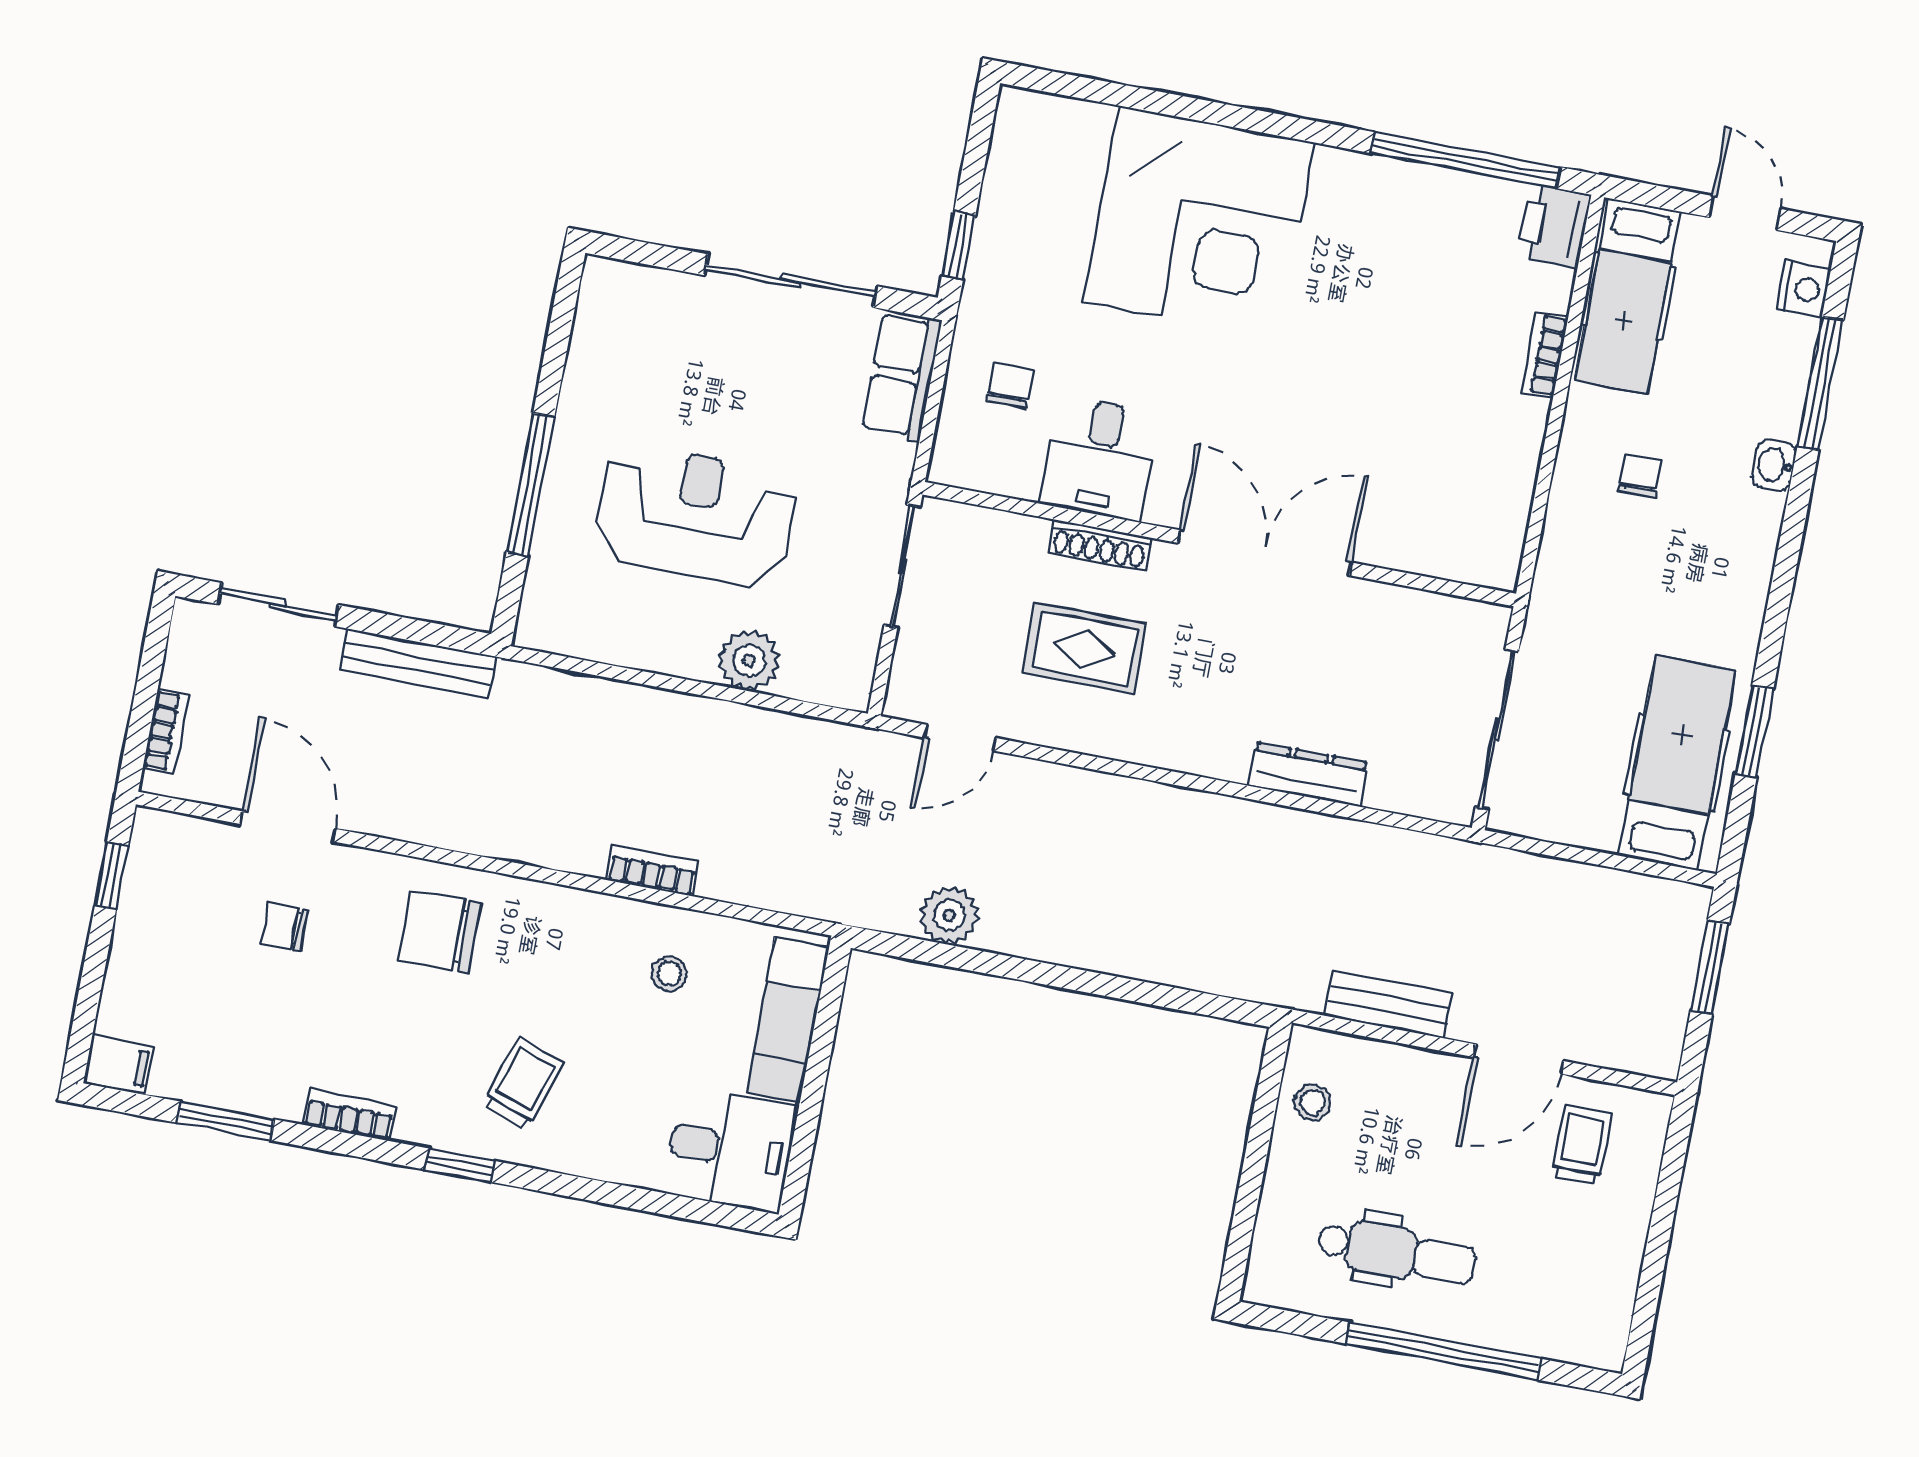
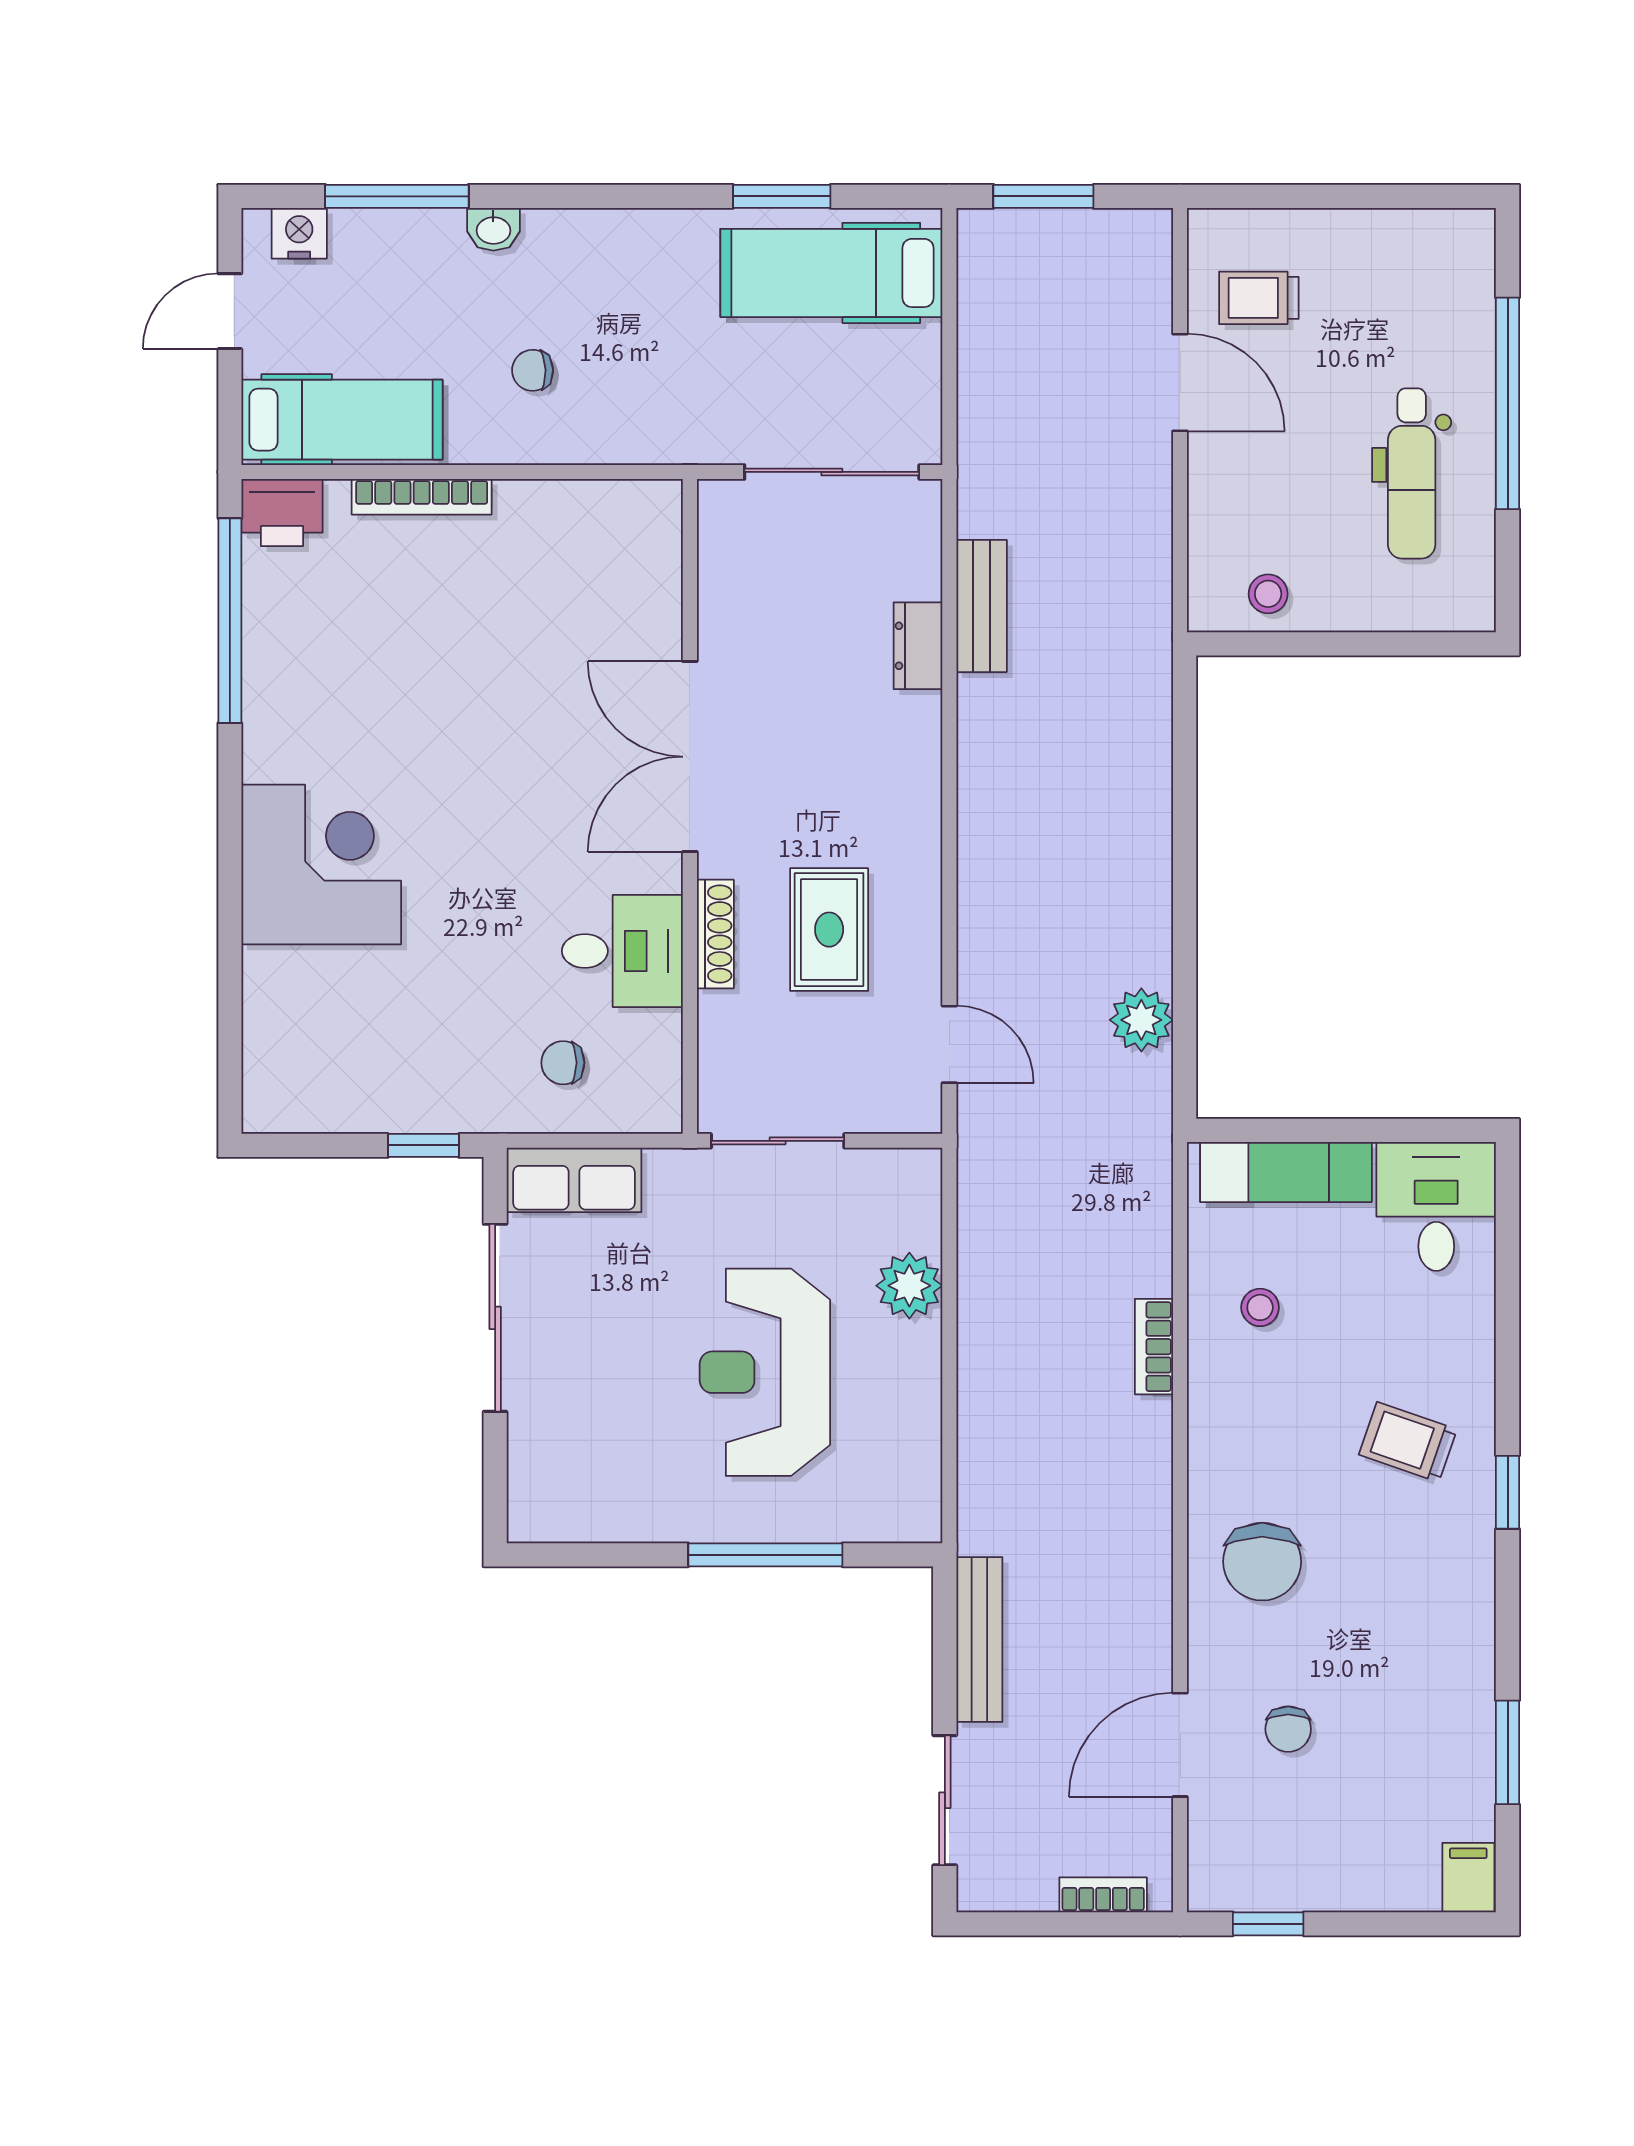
corner desk: (1199, 222) -> (321, 865), width x0.74, depth x0.74
bookcase: (1545, 355) -> (422, 497), width x1.56
dresser: (1308, 774) -> (918, 646), width x0.70
bench: (1388, 1004) -> (982, 606), moved
bookcase: (349, 1116) -> (1477, 1621), removed
dental chair: (1397, 1253) -> (1412, 473), turned 180

